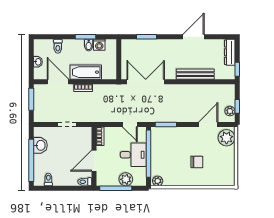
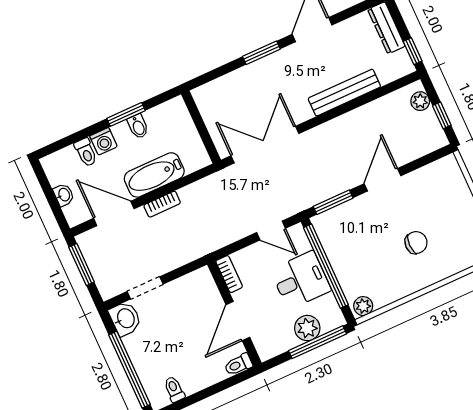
window: (147, 37) -> (261, 53), moved
washing machine: (99, 45) -> (103, 141), moved
plant: (230, 111) -> (420, 101), moved
doorway: (67, 124) -> (145, 288), moved
door: (208, 124) -> (382, 180), moved
plant: (227, 138) -> (448, 178), removed
washbasin: (40, 145) -> (125, 319), moved
window: (116, 188) -> (318, 342), moved

